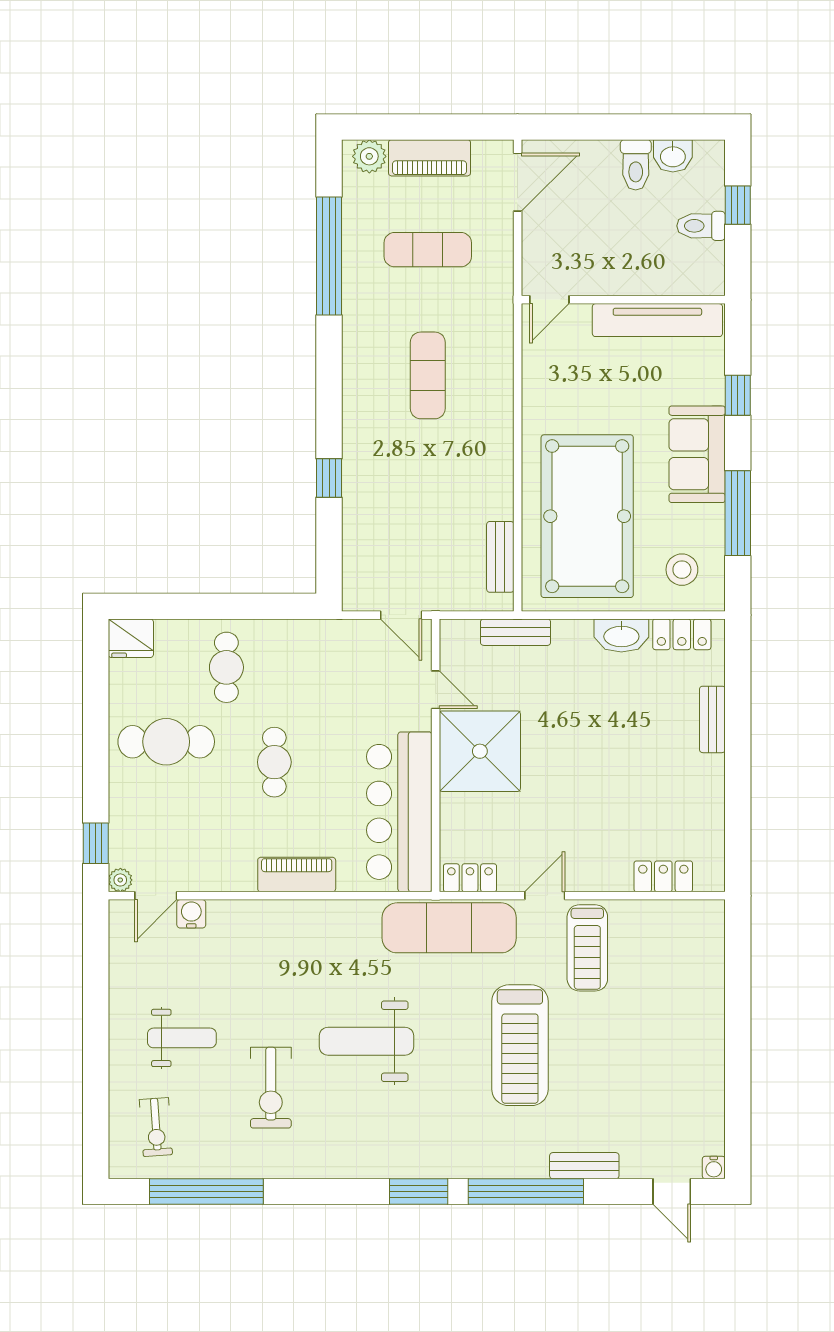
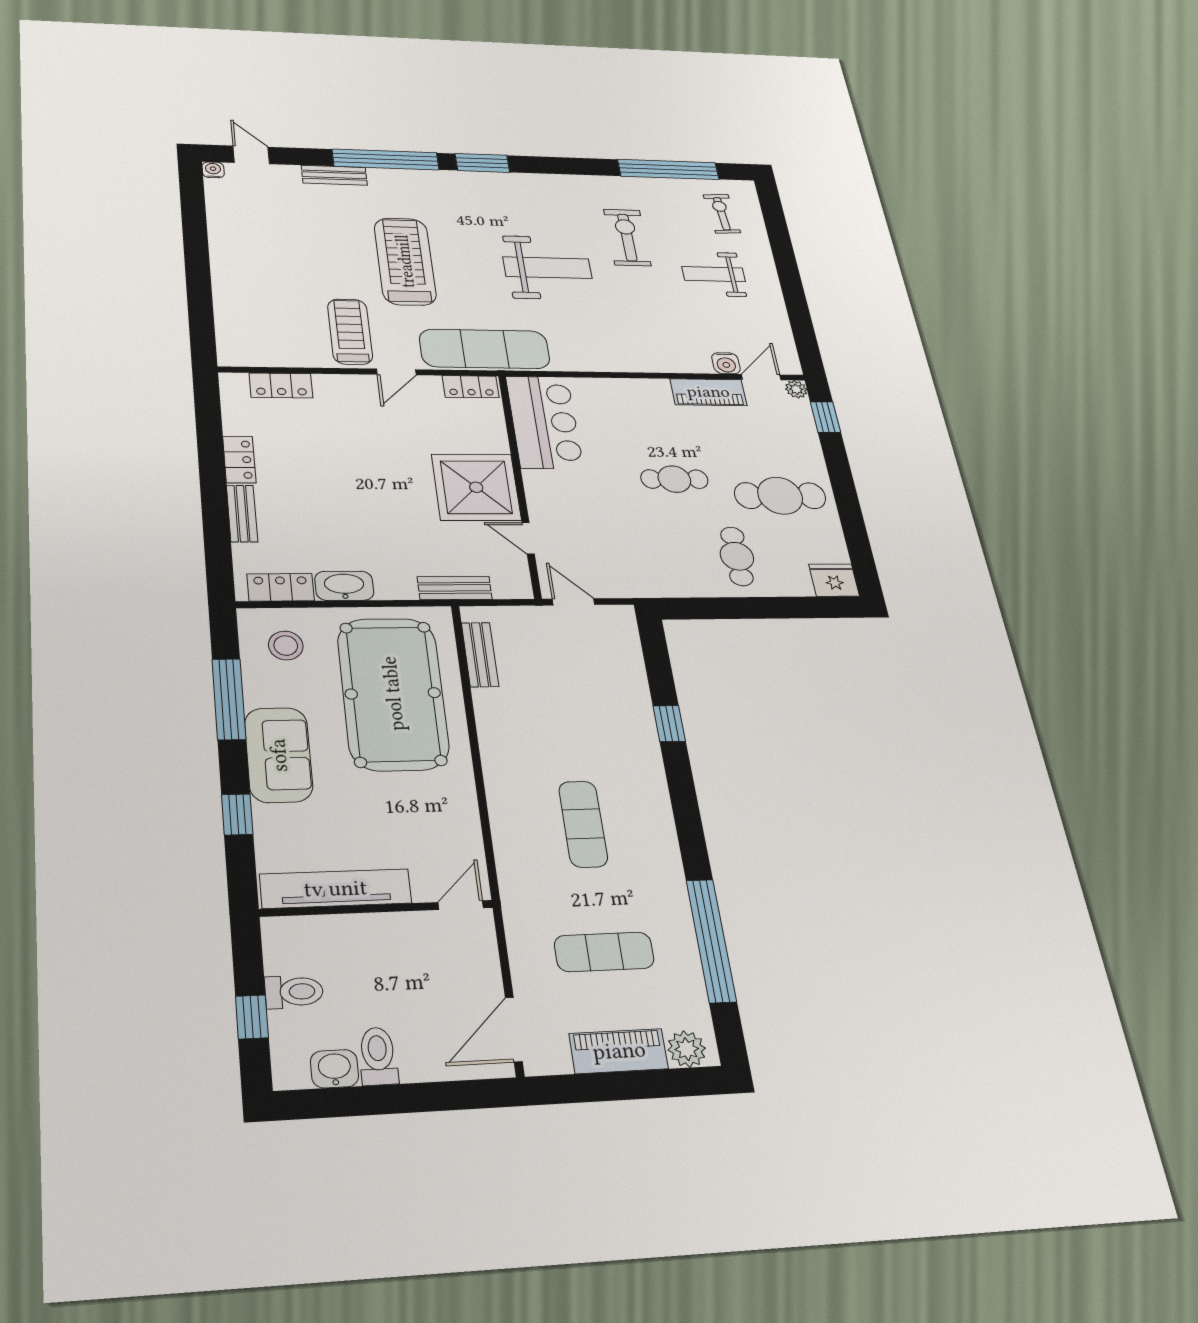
cafe table: (274, 762) -> (674, 479), turned 90
locker: (711, 784) -> (239, 460), added
bar counter: (399, 812) -> (544, 422), width x0.73
piano: (297, 875) -> (708, 392), moved

